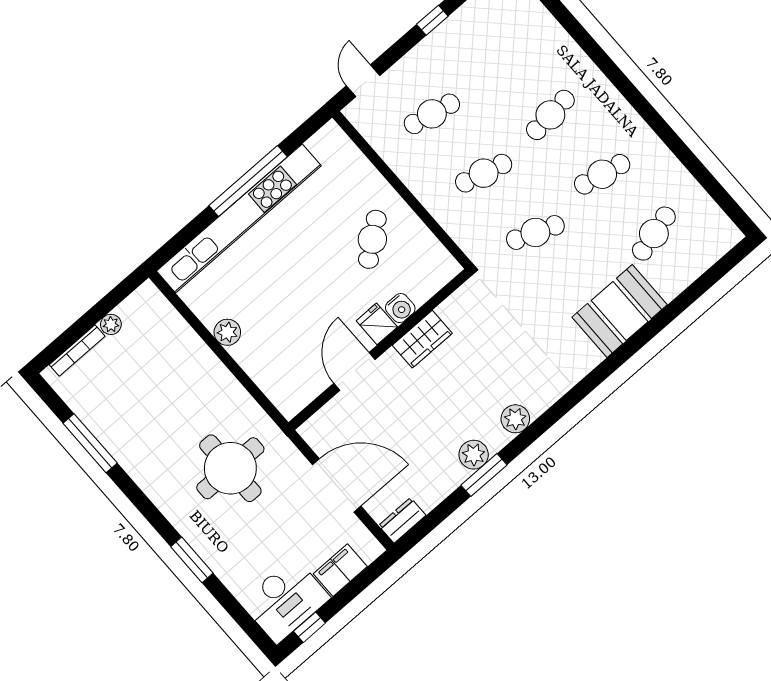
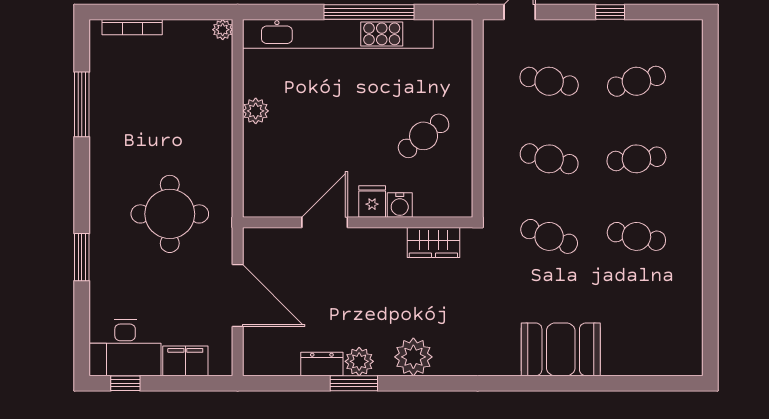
cafe table: (654, 234) -> (636, 81), moved
plant: (111, 324) -> (223, 30), moved
wardrobe: (422, 339) -> (433, 242), moved
plant: (515, 419) -> (413, 357), width x1.36, depth x1.36
dresser: (402, 520) -> (322, 364), moved

